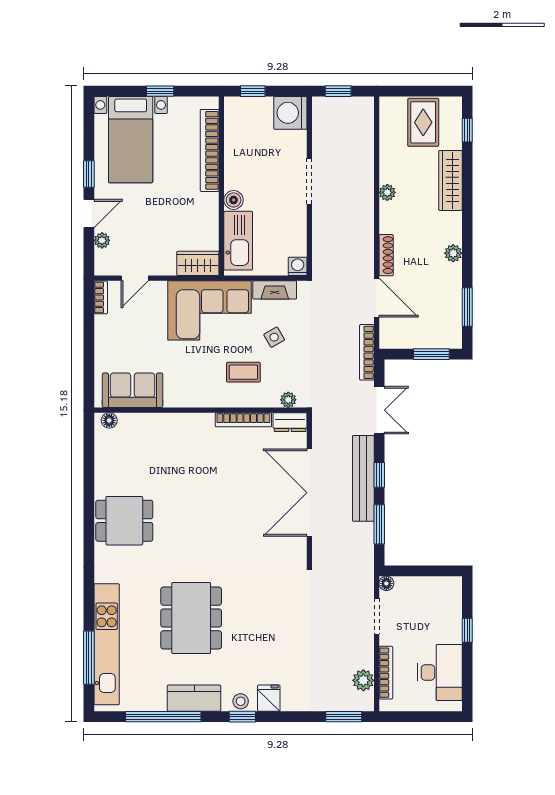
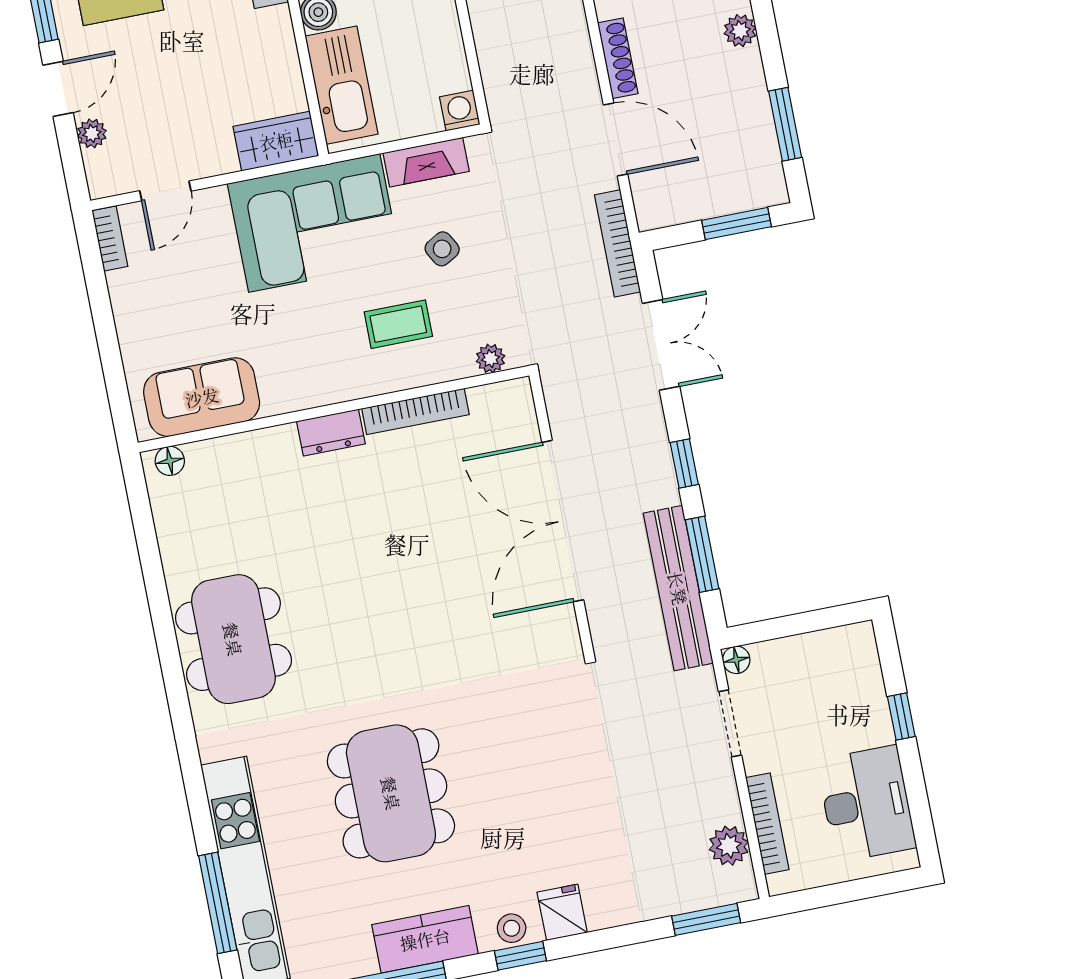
dresser: (290, 422) -> (331, 433), moved
bench: (363, 478) -> (678, 588), moved
dining table: (124, 521) -> (233, 639), width x1.38

